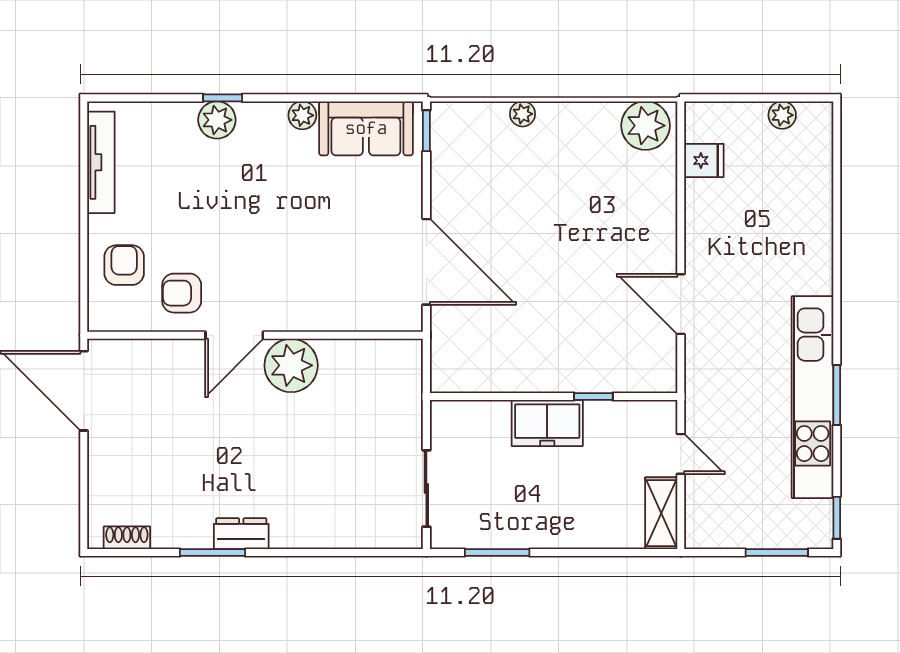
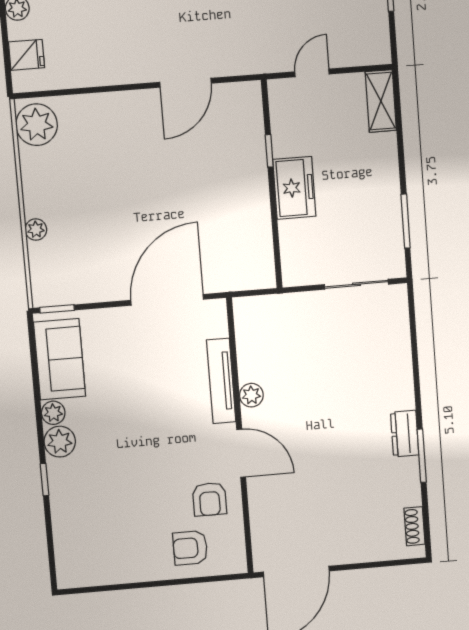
plant: (217, 120) -> (60, 442), moved
fridge: (704, 161) -> (26, 55), moved, turned 90
tv unit: (101, 162) -> (221, 381), moved, turned -90
plant: (291, 365) -> (251, 395), width x0.53, depth x0.53
shelving: (661, 513) -> (381, 101), moved, turned 90

